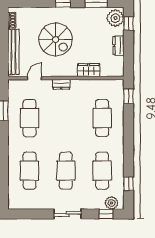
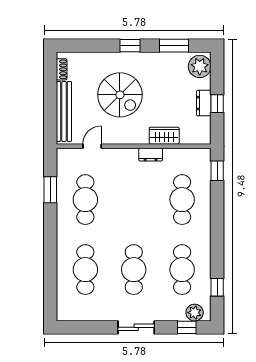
window: (128, 23) -> (217, 104), moved
dresser: (61, 84) -> (151, 155), moved

